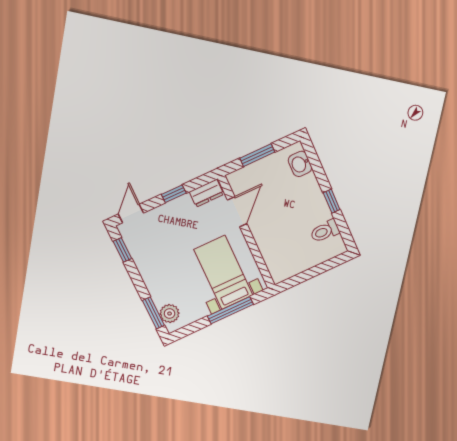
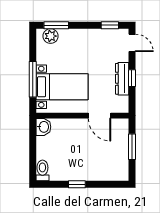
washbasin: (300, 164) -> (43, 127), moved, turned 90
dresser: (206, 193) -> (122, 79), moved, width x1.44
toilet: (325, 231) -> (42, 170), moved

